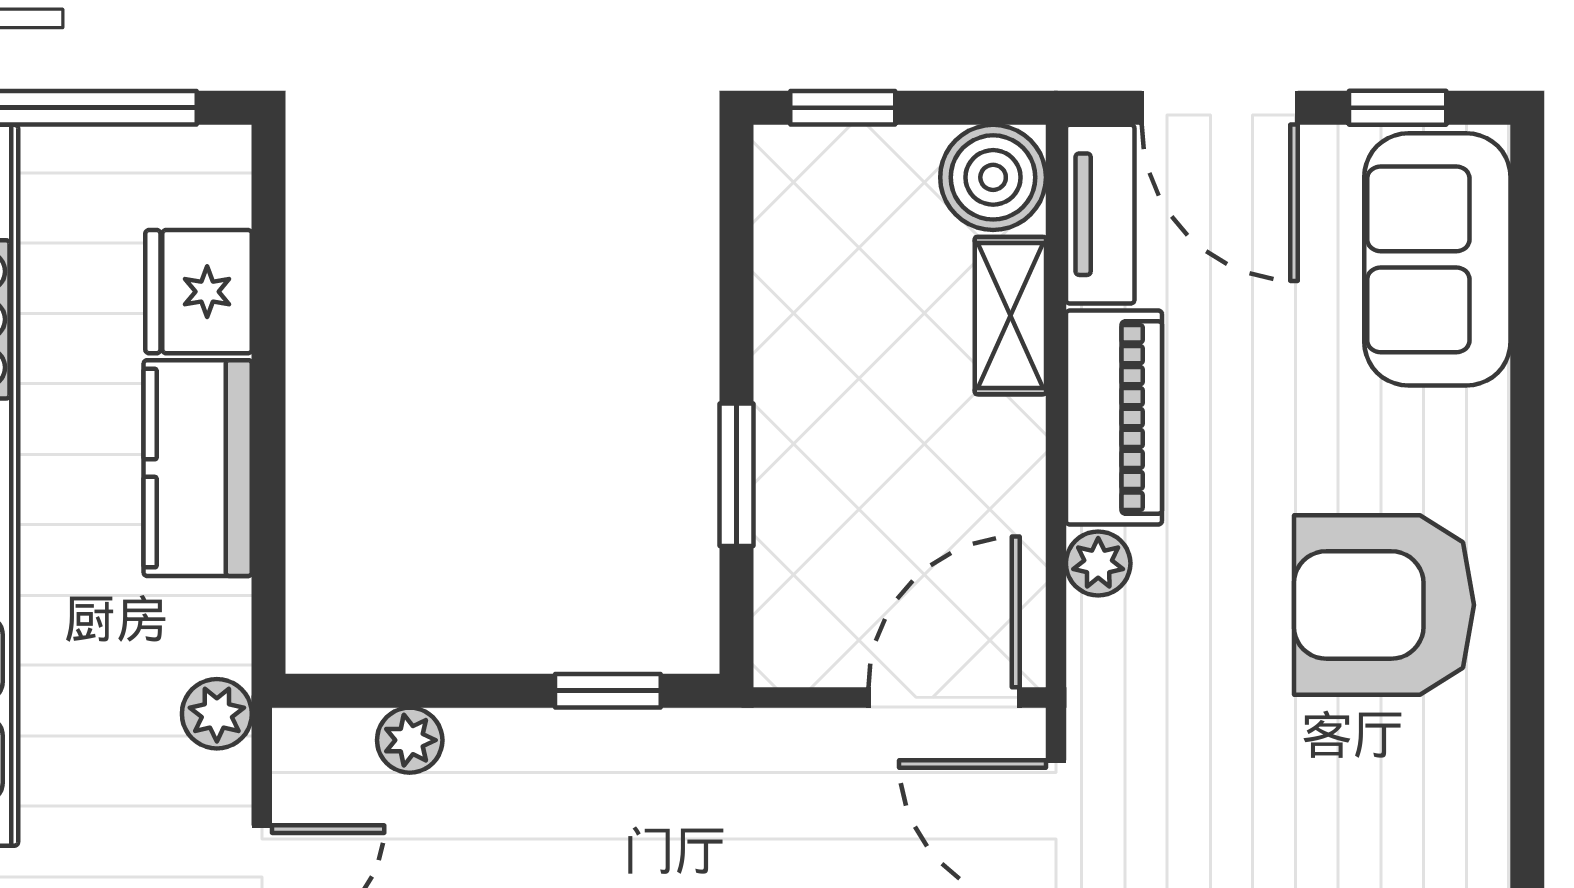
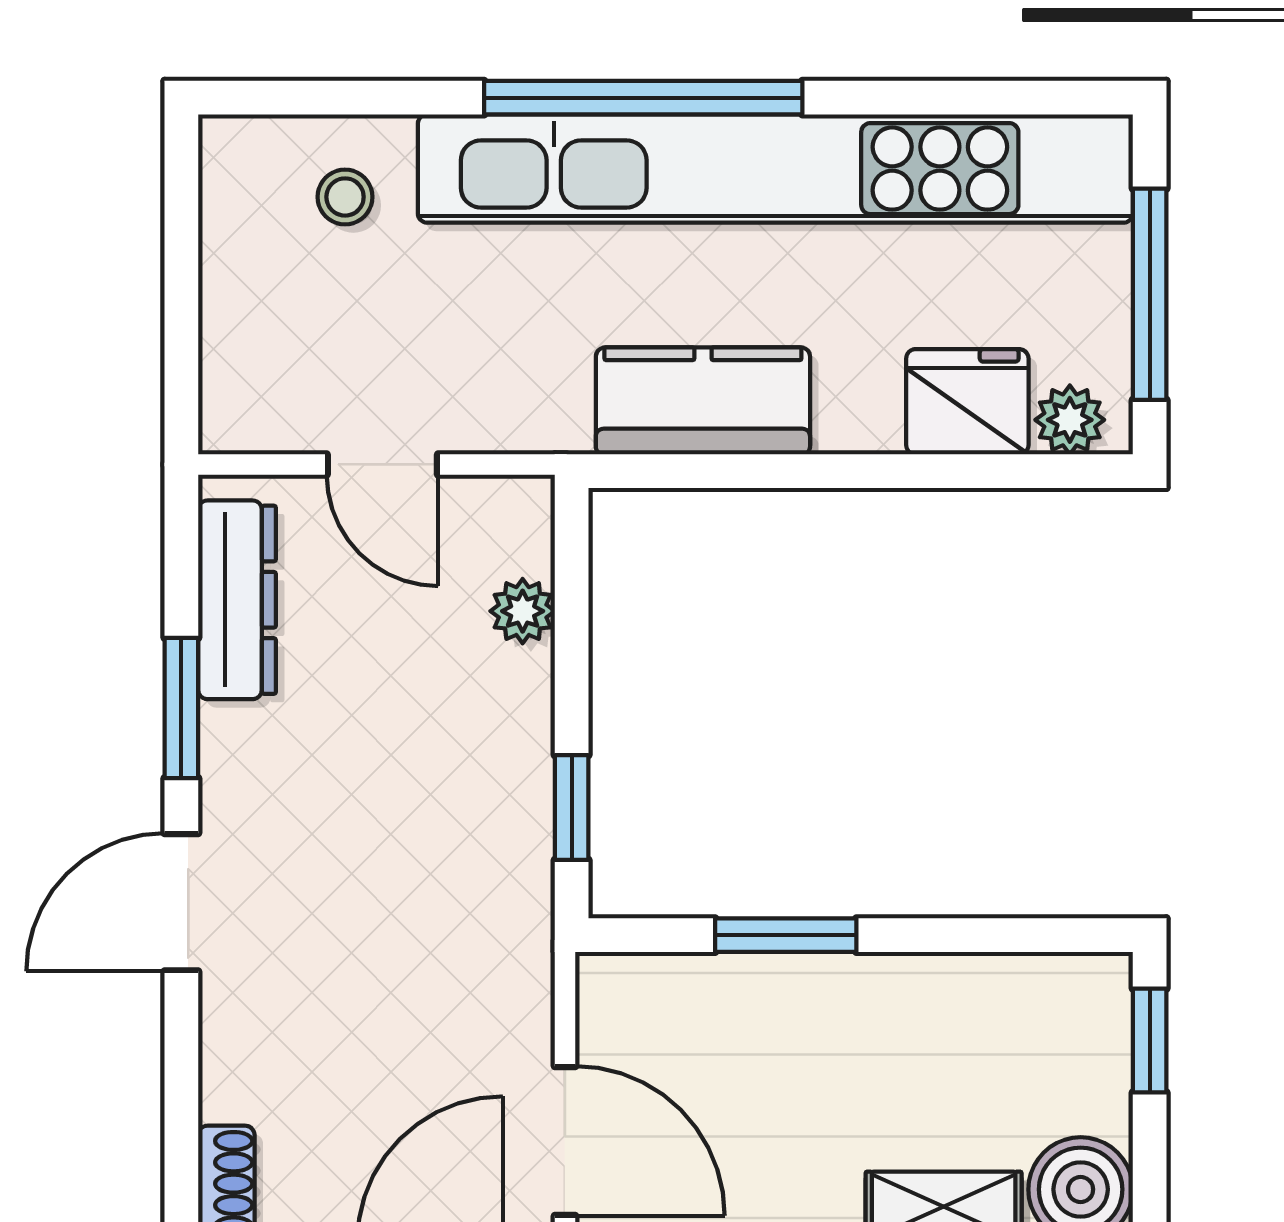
kitchen counter: (198, 468) -> (703, 401), moved
plant: (217, 714) -> (1070, 420), moved

